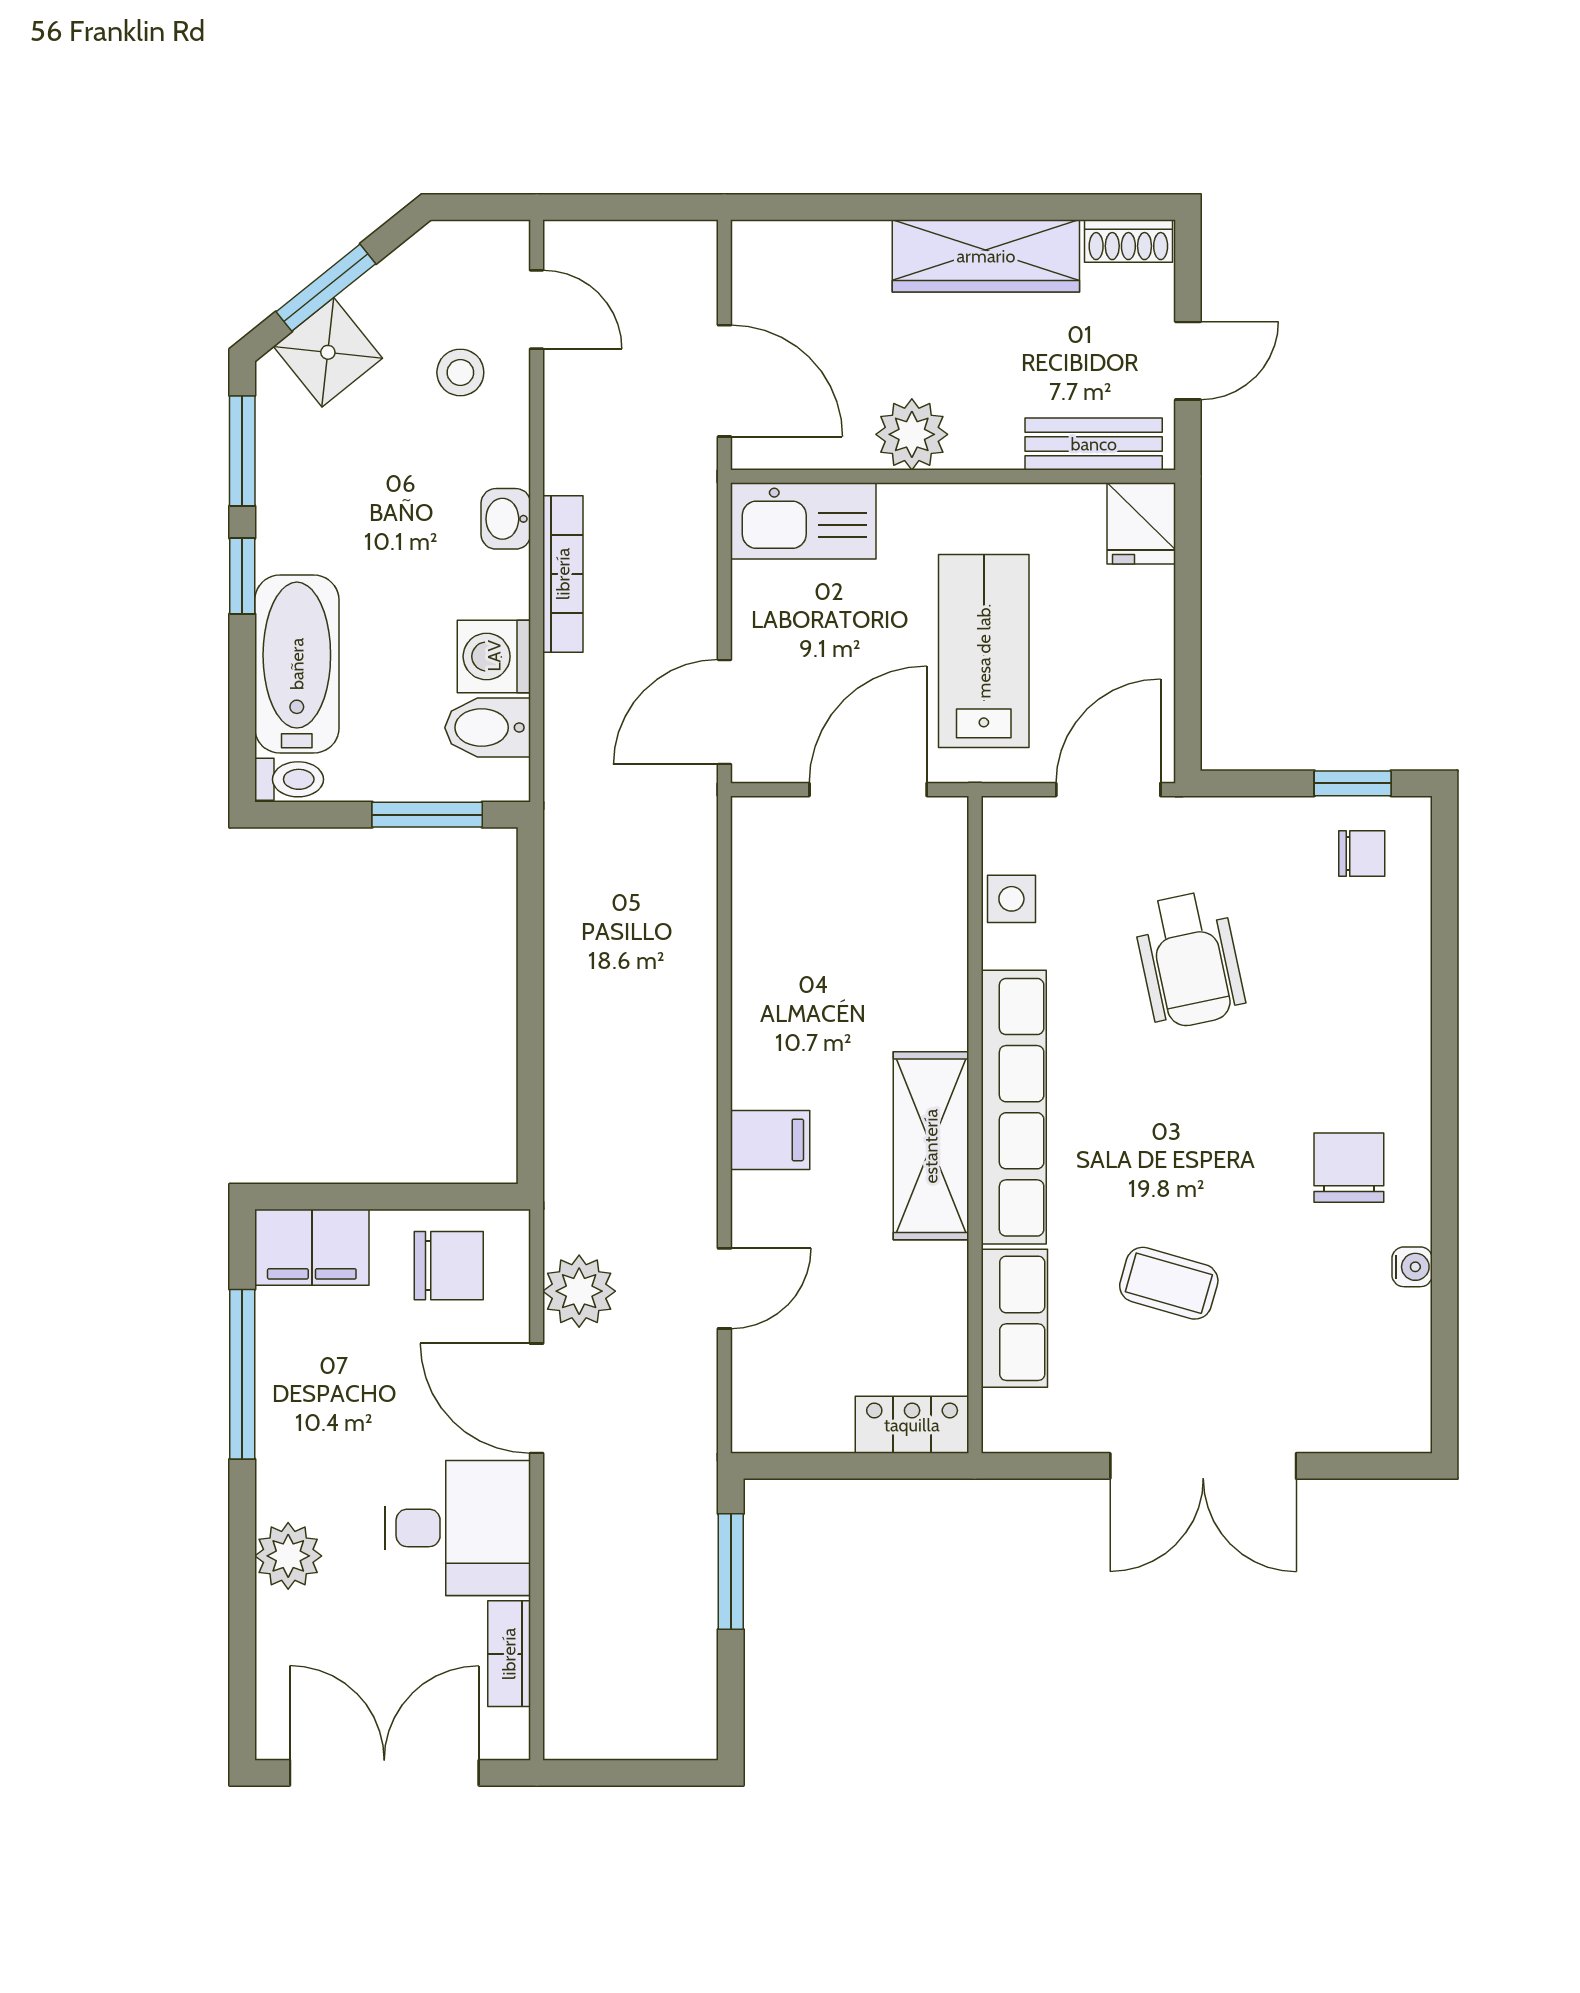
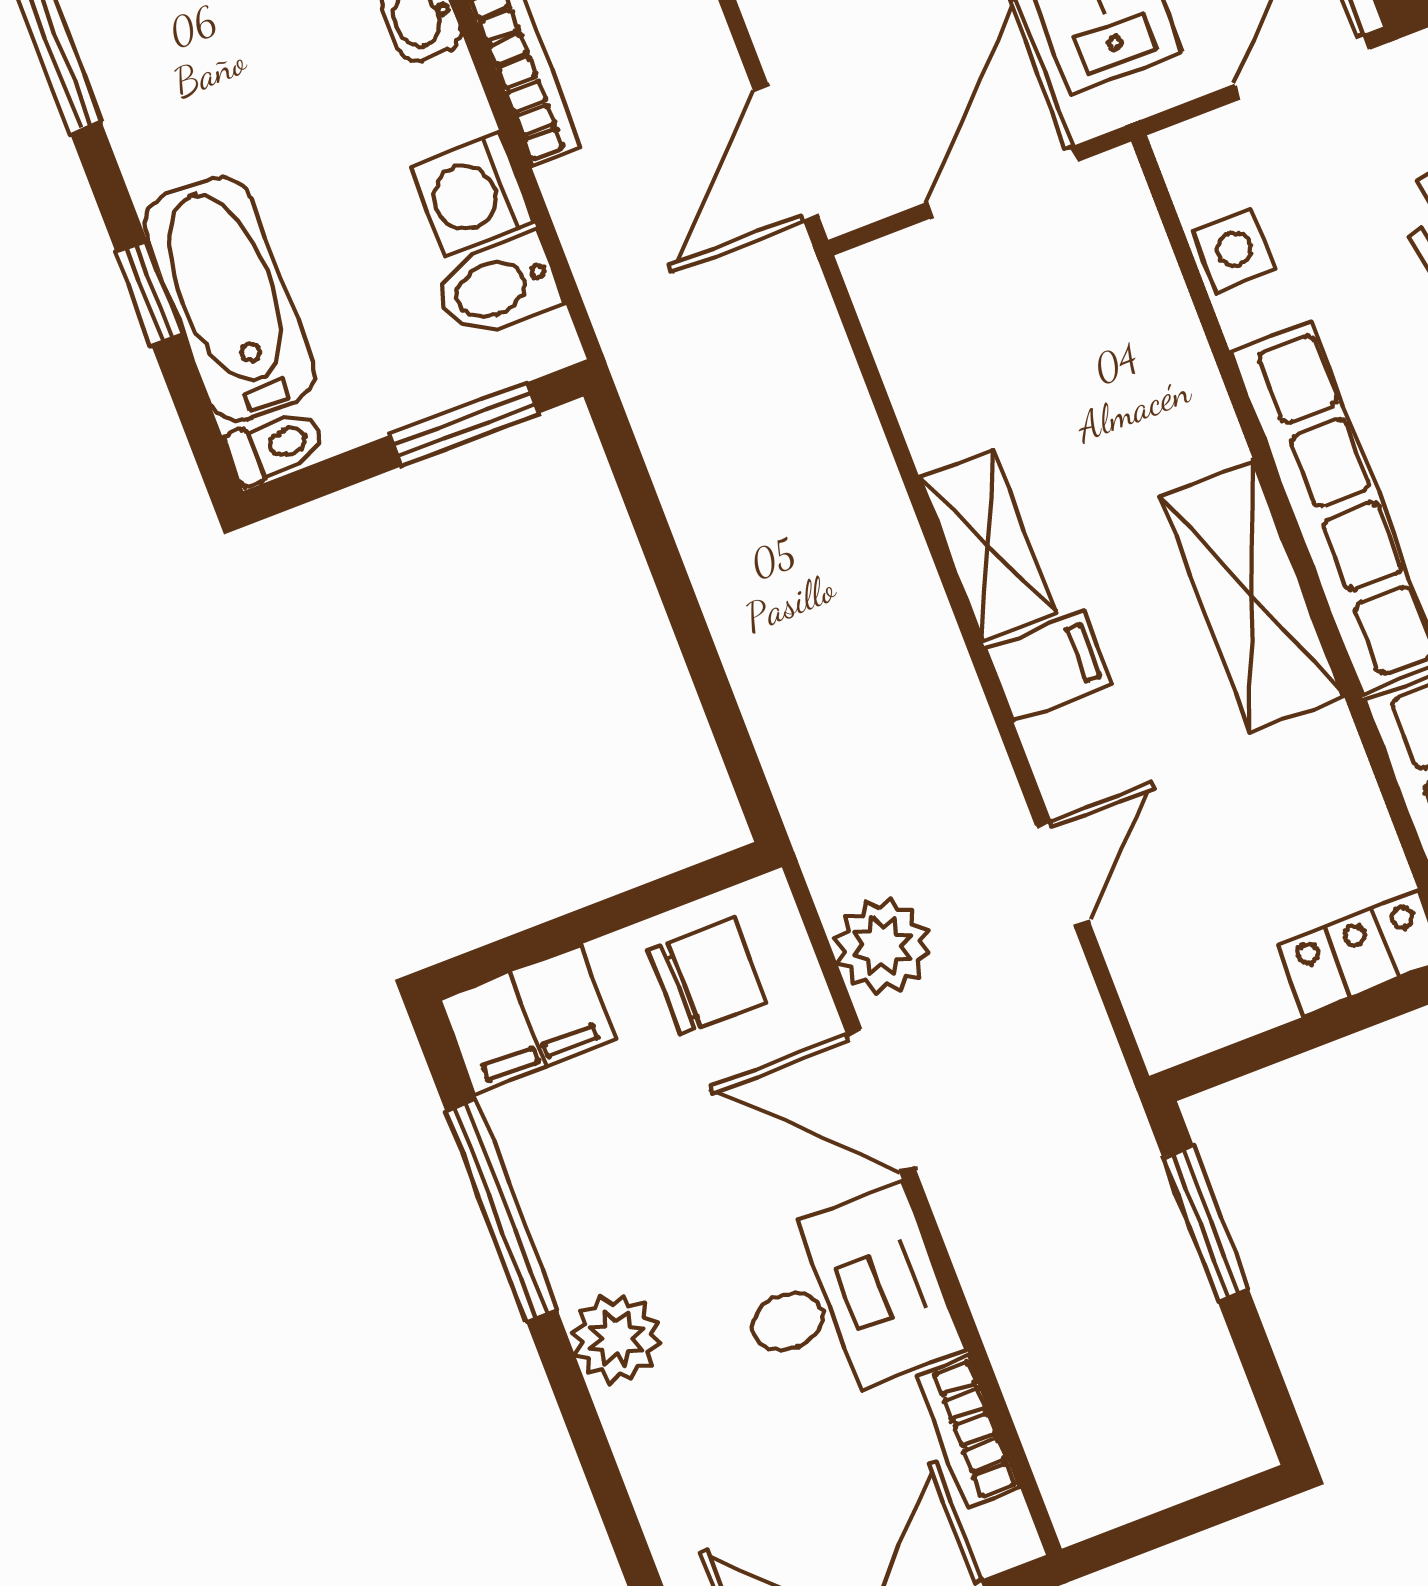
window: (242, 576) -> (149, 294), moved
shelving: (760, 1040) -> (988, 545), added
plant: (288, 1556) -> (616, 1338), moved

